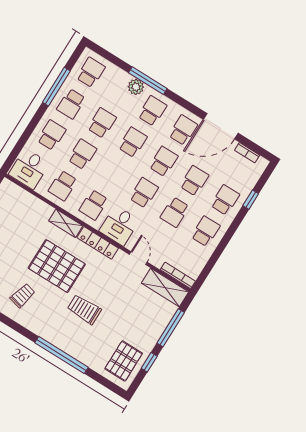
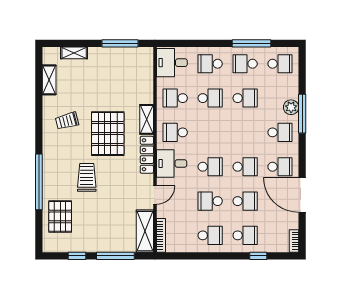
school desk: (52, 135) -> (210, 64), turned 180
school desk: (133, 142) -> (245, 132), removed
bookcase: (247, 153) -> (294, 241), moved
trolley: (23, 296) -> (67, 121), turned 151
pallet: (124, 361) -> (60, 216), moved, turned 90

